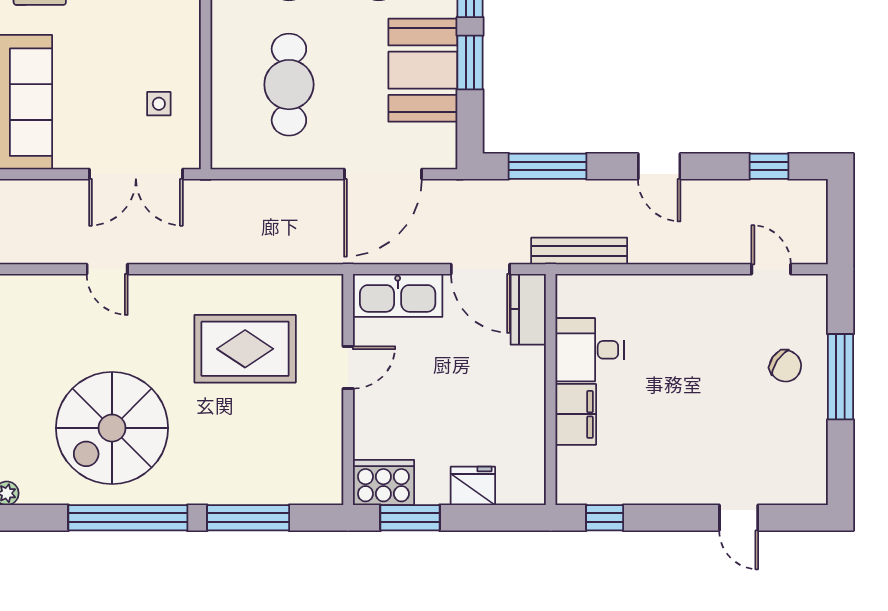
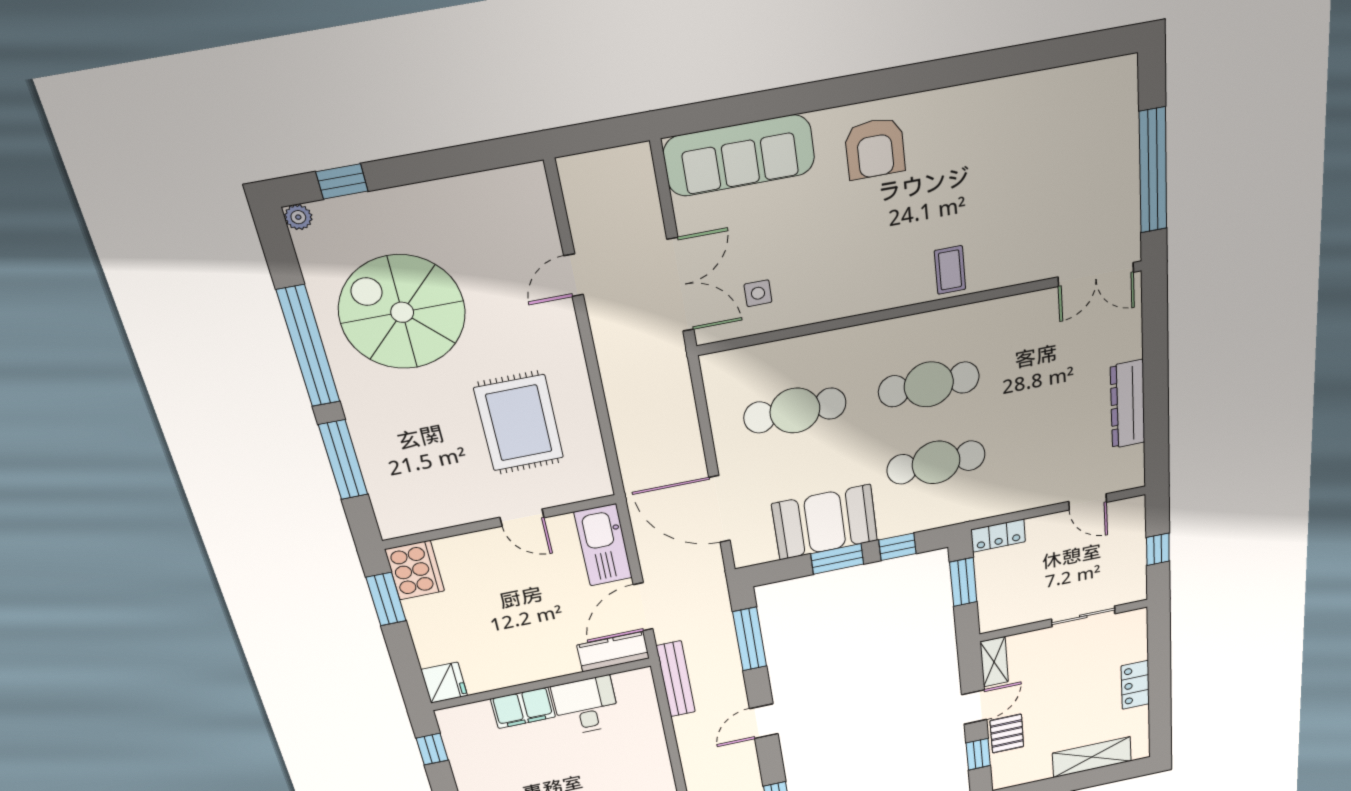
double door: (136, 174) -> (680, 285), swing flipped
fridge: (473, 486) -> (444, 683), moved

